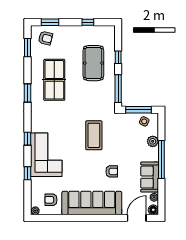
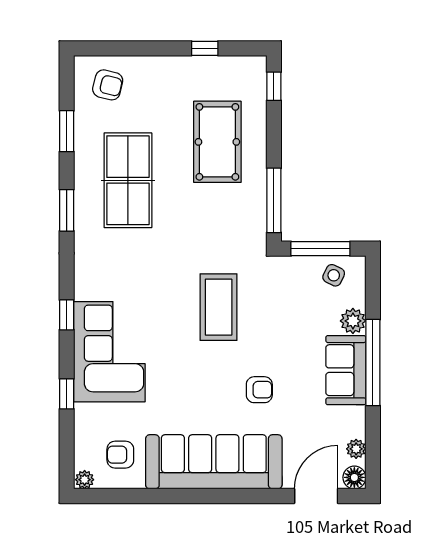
window: (50, 22) -> (118, 48), removed
window: (27, 48) -> (67, 131), moved
window: (118, 57) -> (274, 86), moved
sofa: (150, 177) -> (346, 370), moved

